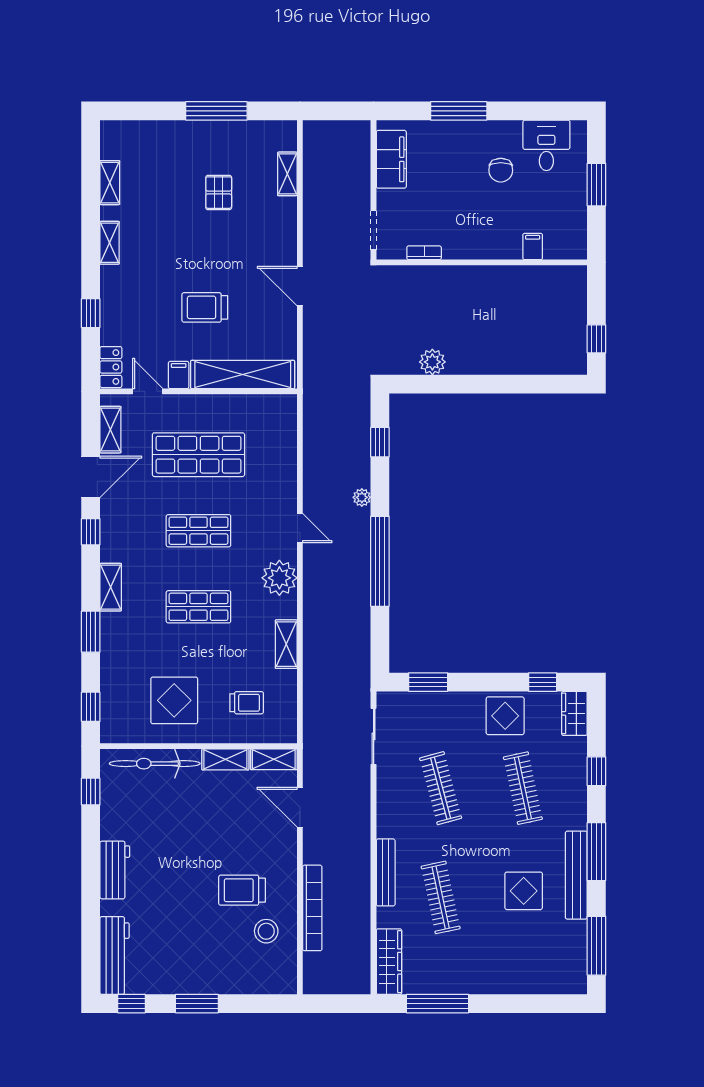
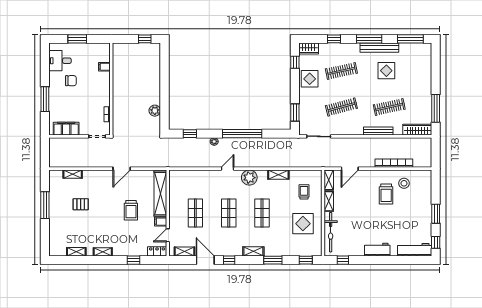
shop shelf: (198, 455) -> (195, 213), width x0.70, depth x0.74

